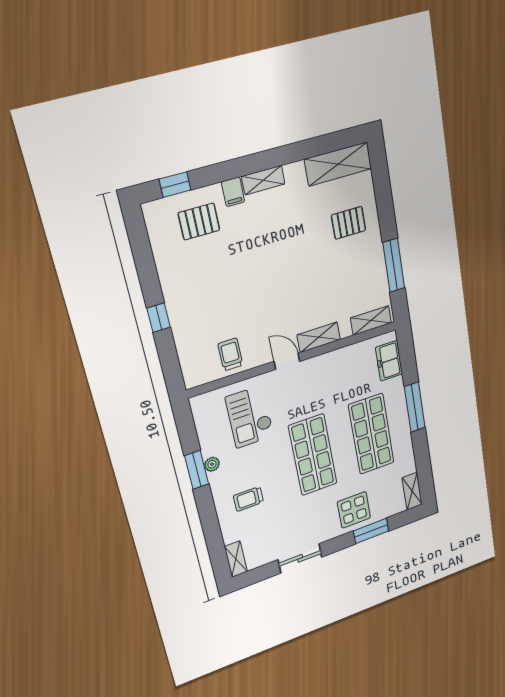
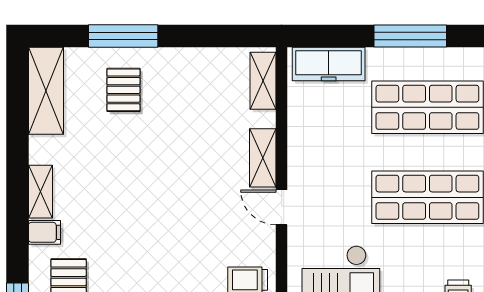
window: (394, 265) -> (123, 36), moved
door: (287, 361) -> (282, 207), hinge flipped
freezer: (389, 361) -> (329, 64), width x1.40

